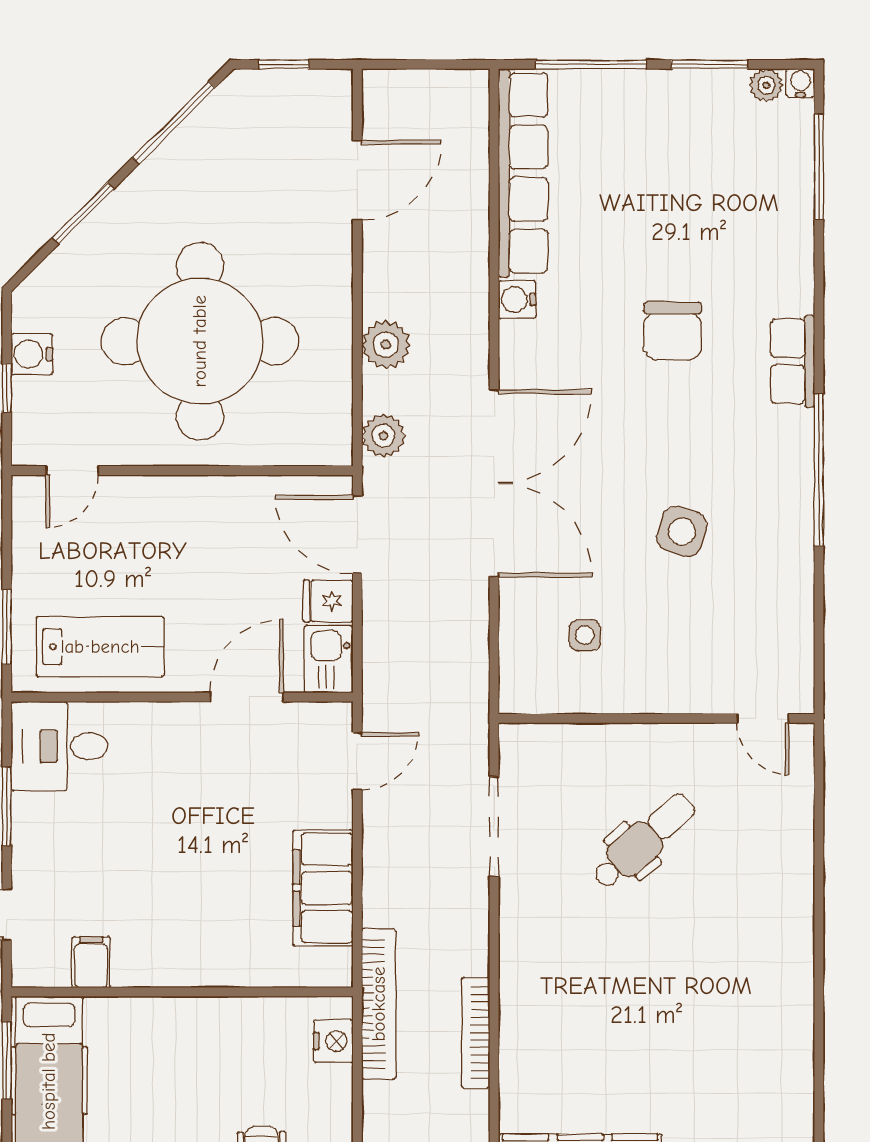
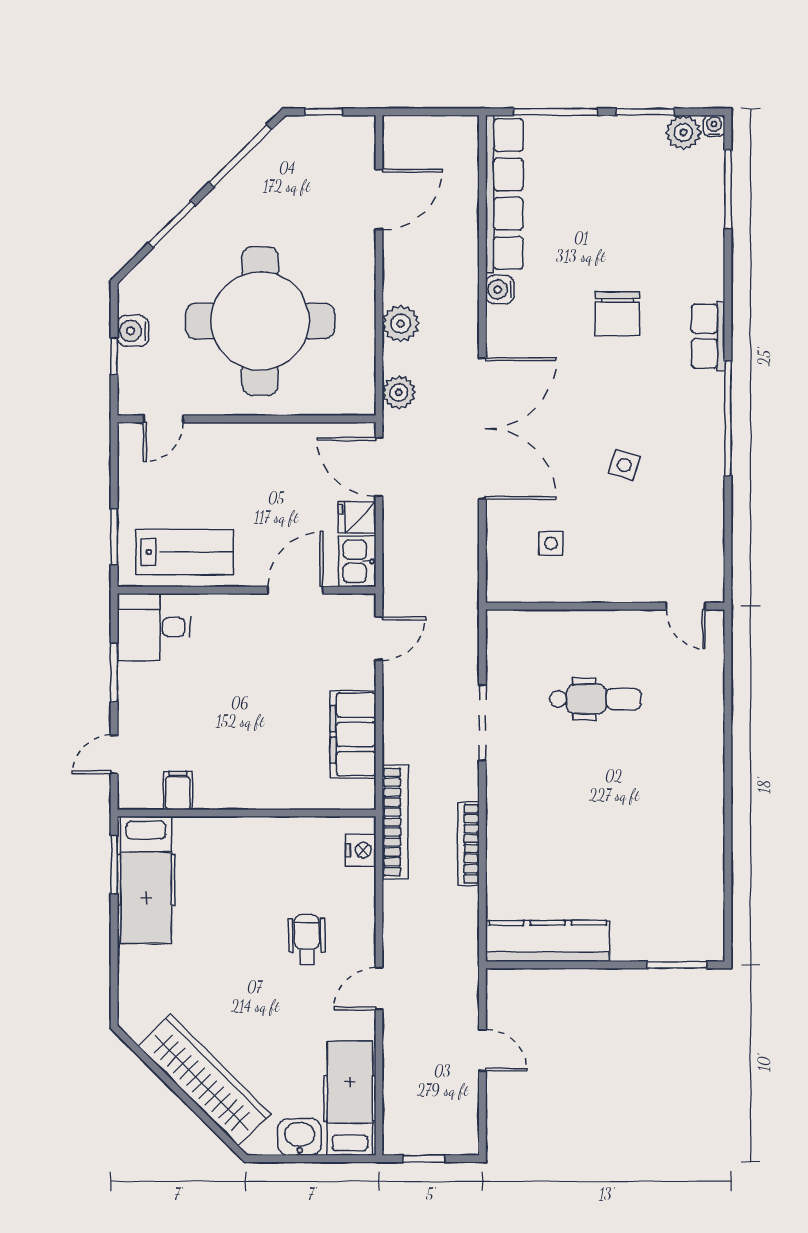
plant: (766, 85) -> (683, 132), width x1.38, depth x1.38
side table: (682, 532) -> (624, 465), width x0.73, depth x0.73
doorway: (494, 826) -> (482, 723), moved
dental chair: (644, 841) -> (596, 699), turned 42

